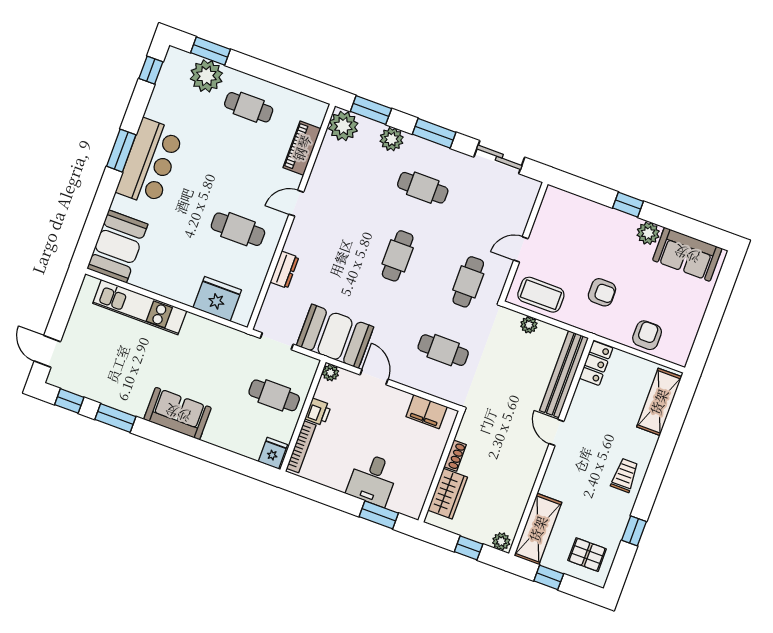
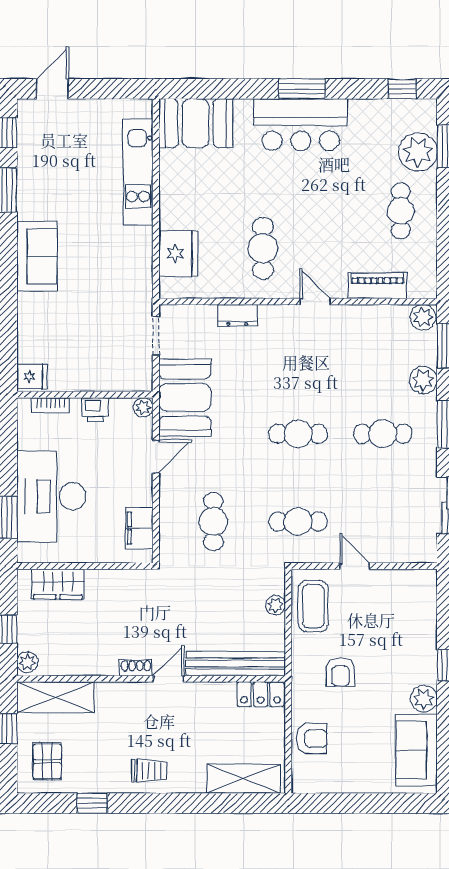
plant: (343, 126) -> (423, 317), width x0.73, depth x0.73
cafe table: (423, 188) -> (383, 434), turned 90
cafe table: (274, 395) -> (96, 355), removed
bookcase: (301, 447) -> (50, 405), width x0.64
shoe rack: (455, 456) -> (136, 668), moved, turned 180
desk: (373, 479) -> (51, 496), width x1.87, depth x1.30

